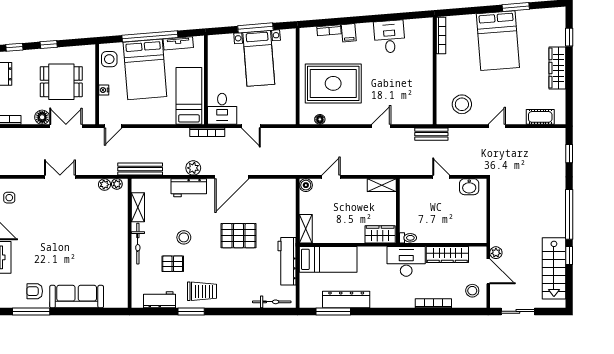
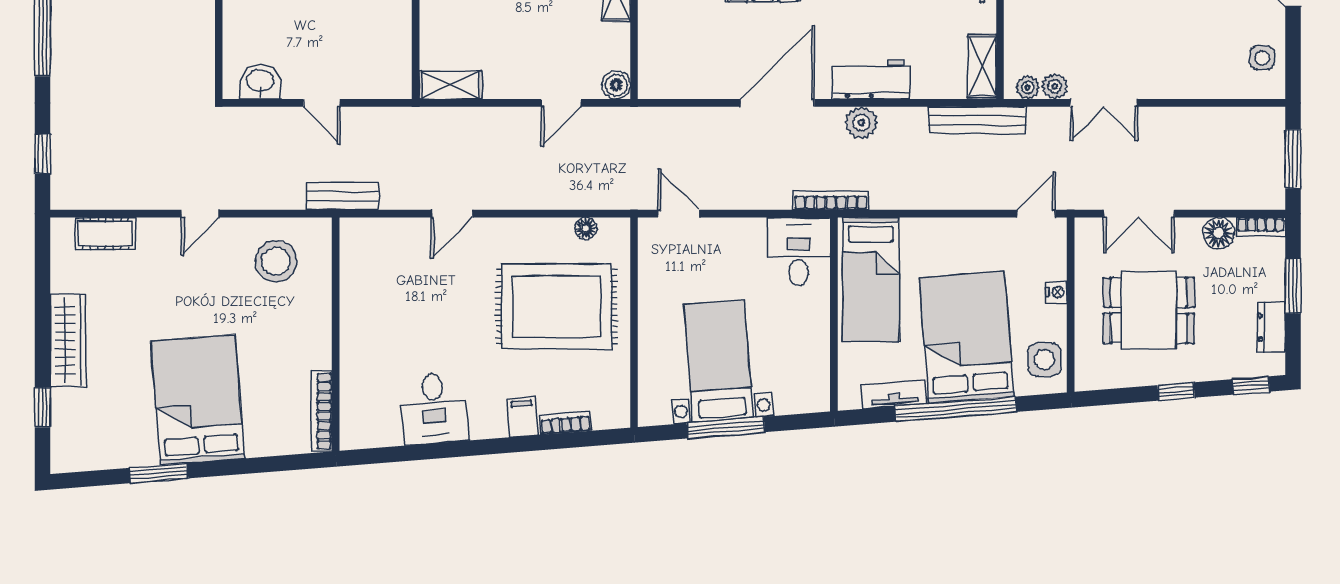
floor lamp: (42, 117) -> (1219, 233), moved
door: (251, 126) -> (679, 214), moved
double door: (60, 177) -> (1104, 103), moved
shelving: (138, 207) -> (982, 66), moved

